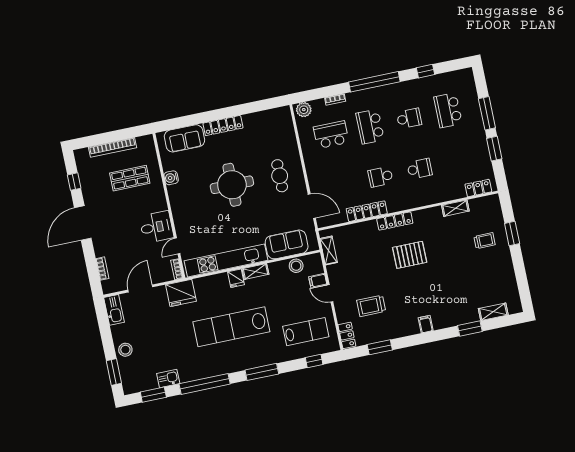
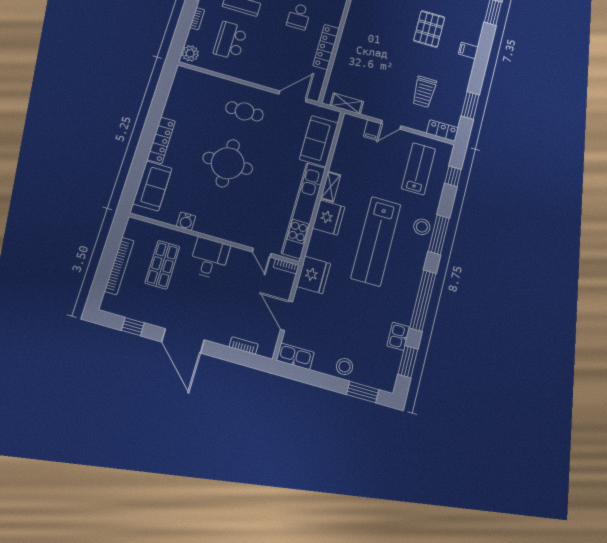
locker: (395, 221) -> (350, 26), removed
desk: (156, 227) -> (209, 258), moved
pallet: (410, 255) -> (429, 29), moved
stool: (296, 266) -> (422, 227), moved
fridge: (236, 278) -> (329, 218), width x1.88, depth x1.34

